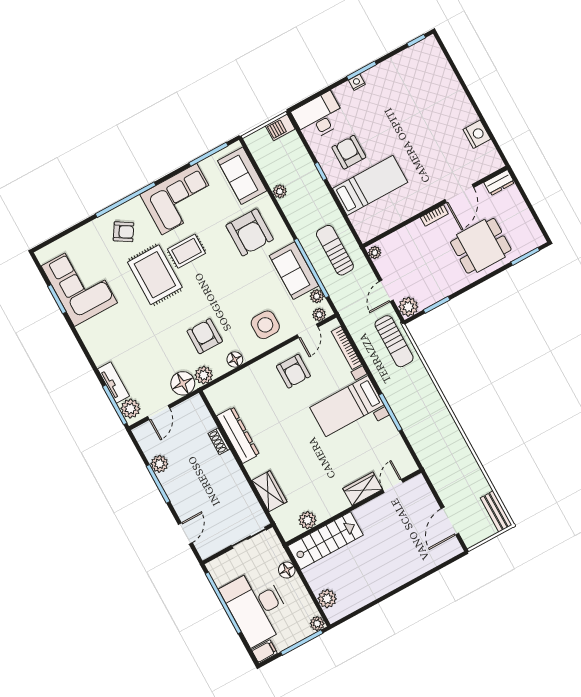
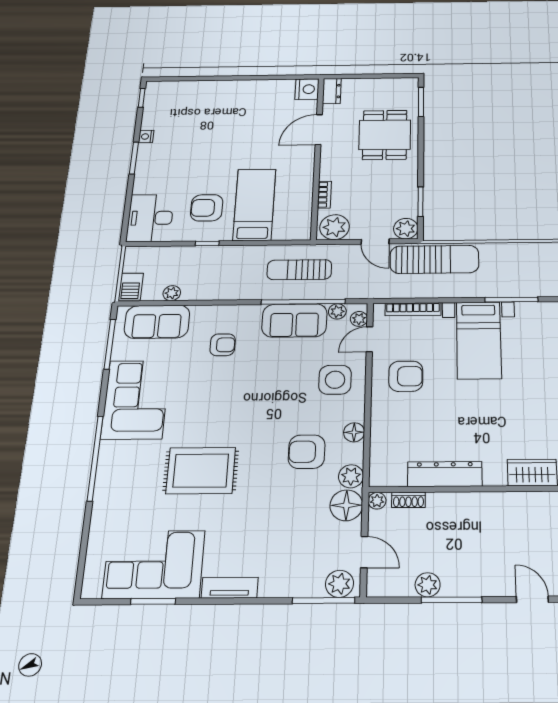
nightstand: (357, 82) -> (146, 136), moved
barbecue: (280, 127) -> (131, 287), moved
nightstand: (477, 134) -> (307, 89), moved, turned 90
plant: (280, 191) -> (172, 293), moved
door: (459, 194) -> (319, 130), swing flipped
bookcase: (434, 216) -> (324, 195), moved
armchair: (124, 232) -> (129, 480), removed
armchair: (250, 232) -> (223, 345), width x0.53, depth x0.53
rug: (187, 251) -> (198, 422), removed
plant: (375, 253) -> (335, 227), width x1.87, depth x1.87
door: (308, 331) -> (369, 339), swing flipped
sun lounger: (394, 341) -> (434, 259), width x1.36, depth x1.34
tv unit: (114, 383) -> (230, 588), moved
plant: (196, 401) -> (377, 501), added
shoe rack: (219, 441) -> (408, 500), moved

